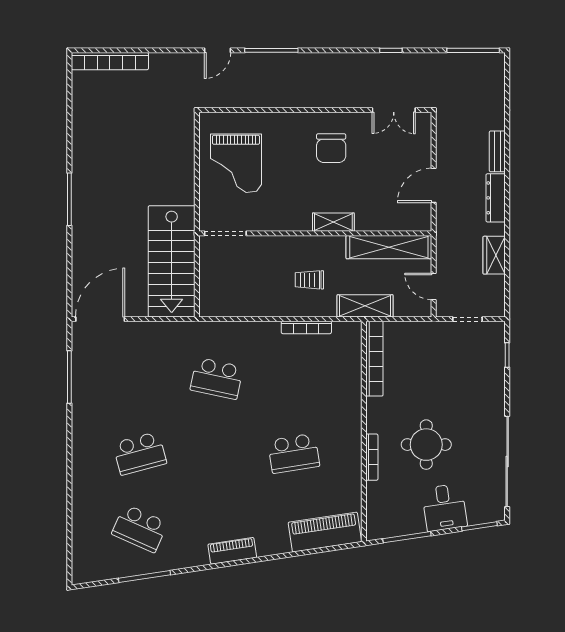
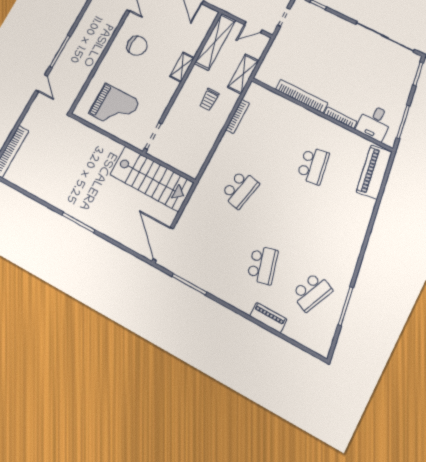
bookcase: (374, 359) -> (302, 96), moved
round table: (426, 445) -> (349, 80), removed
desk: (444, 507) -> (375, 123), moved, turned 99
piano: (232, 551) -> (268, 318), moved, turned 99

